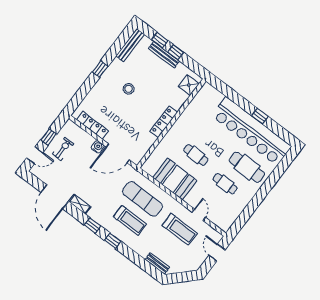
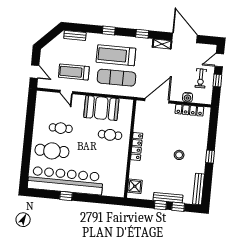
water cooler: (98, 147) -> (188, 97), moved
cafe table: (196, 155) -> (110, 135), moved
treadmill: (130, 220) -> (116, 55), width x1.37, depth x1.38
window: (113, 241) -> (109, 31), moved

